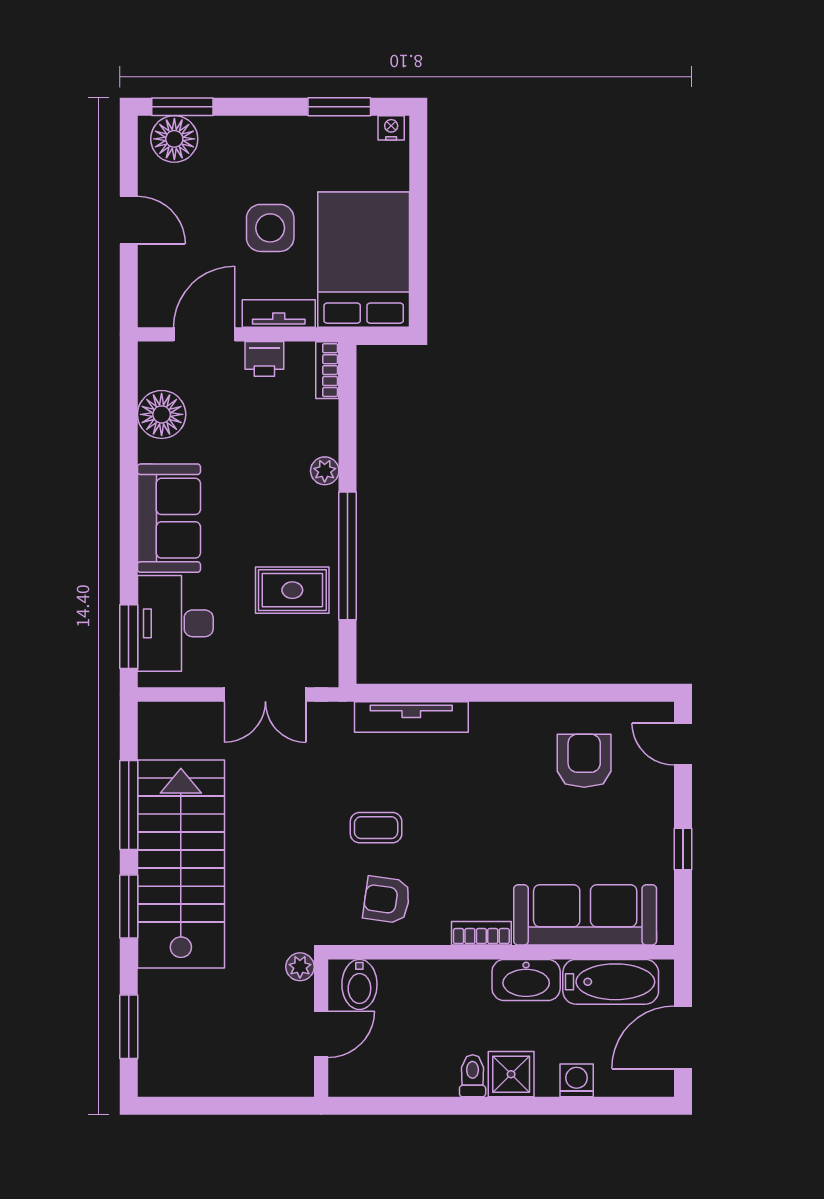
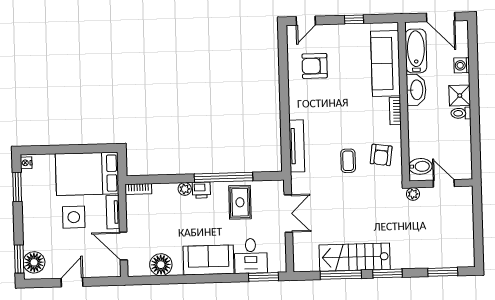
printer: (264, 359) -> (201, 190), moved, turned 90
desk: (175, 623) -> (251, 256), width x0.73
stairs: (181, 864) -> (355, 257), width x0.73, depth x0.66

